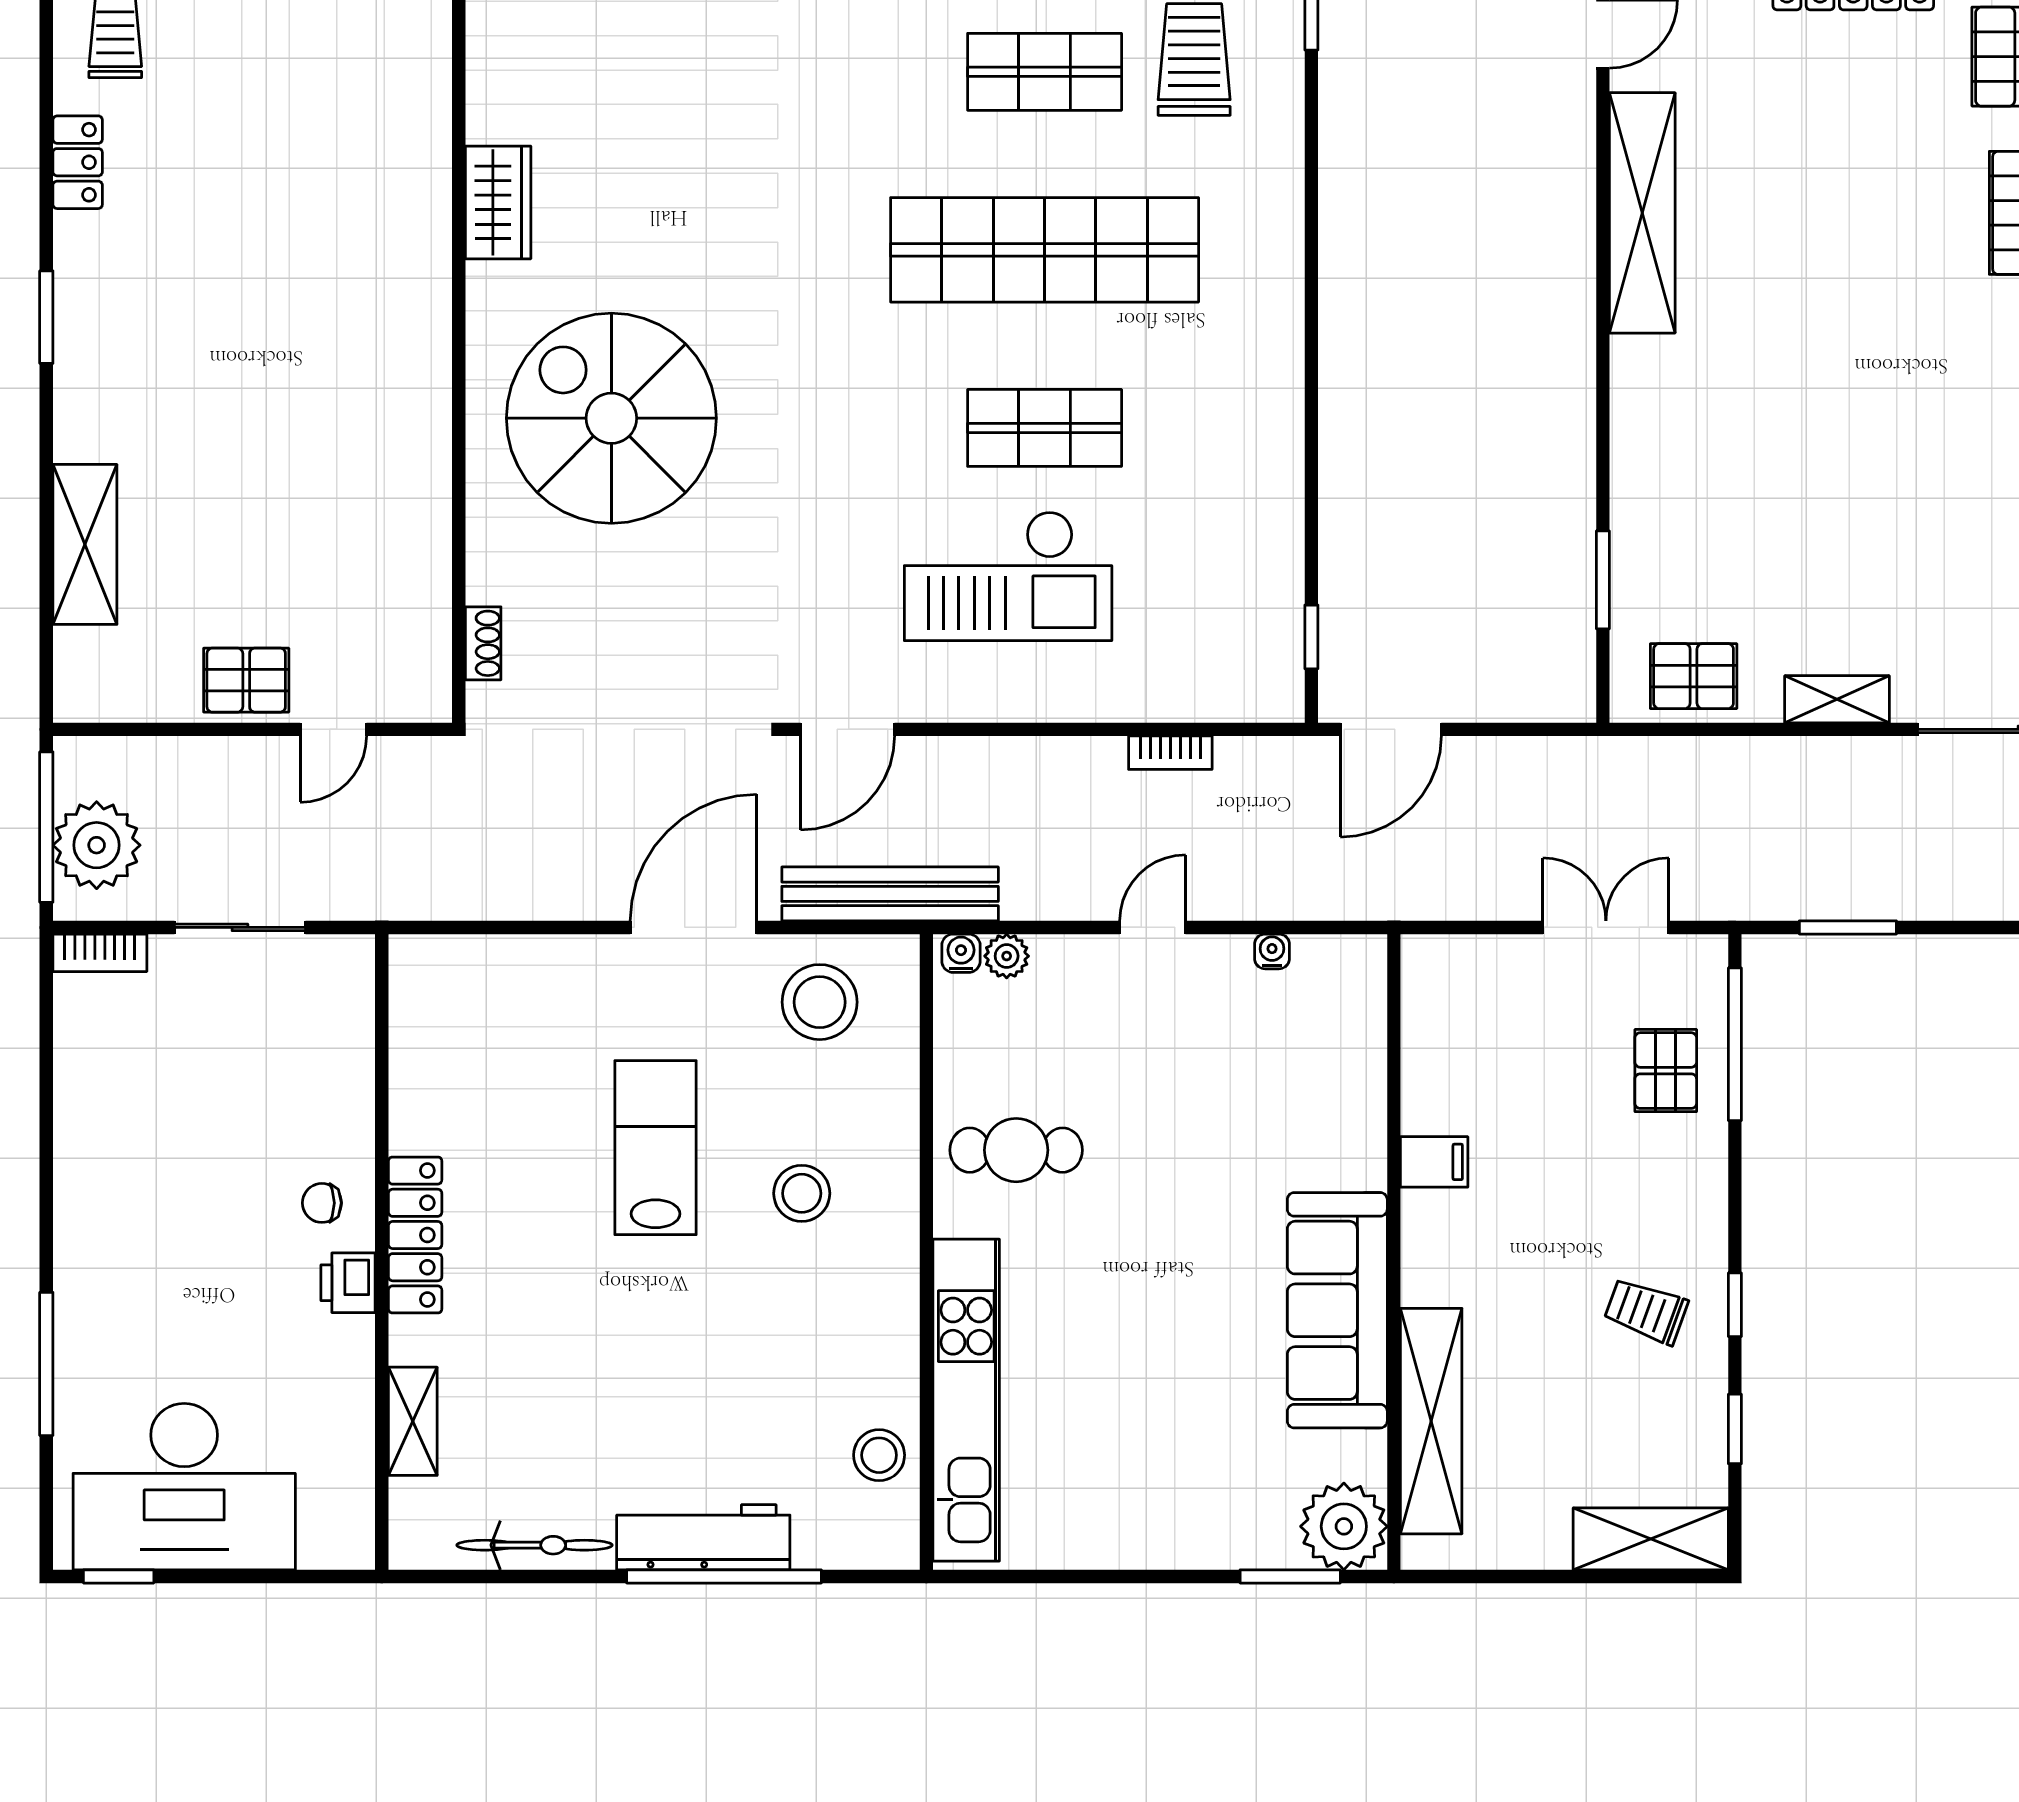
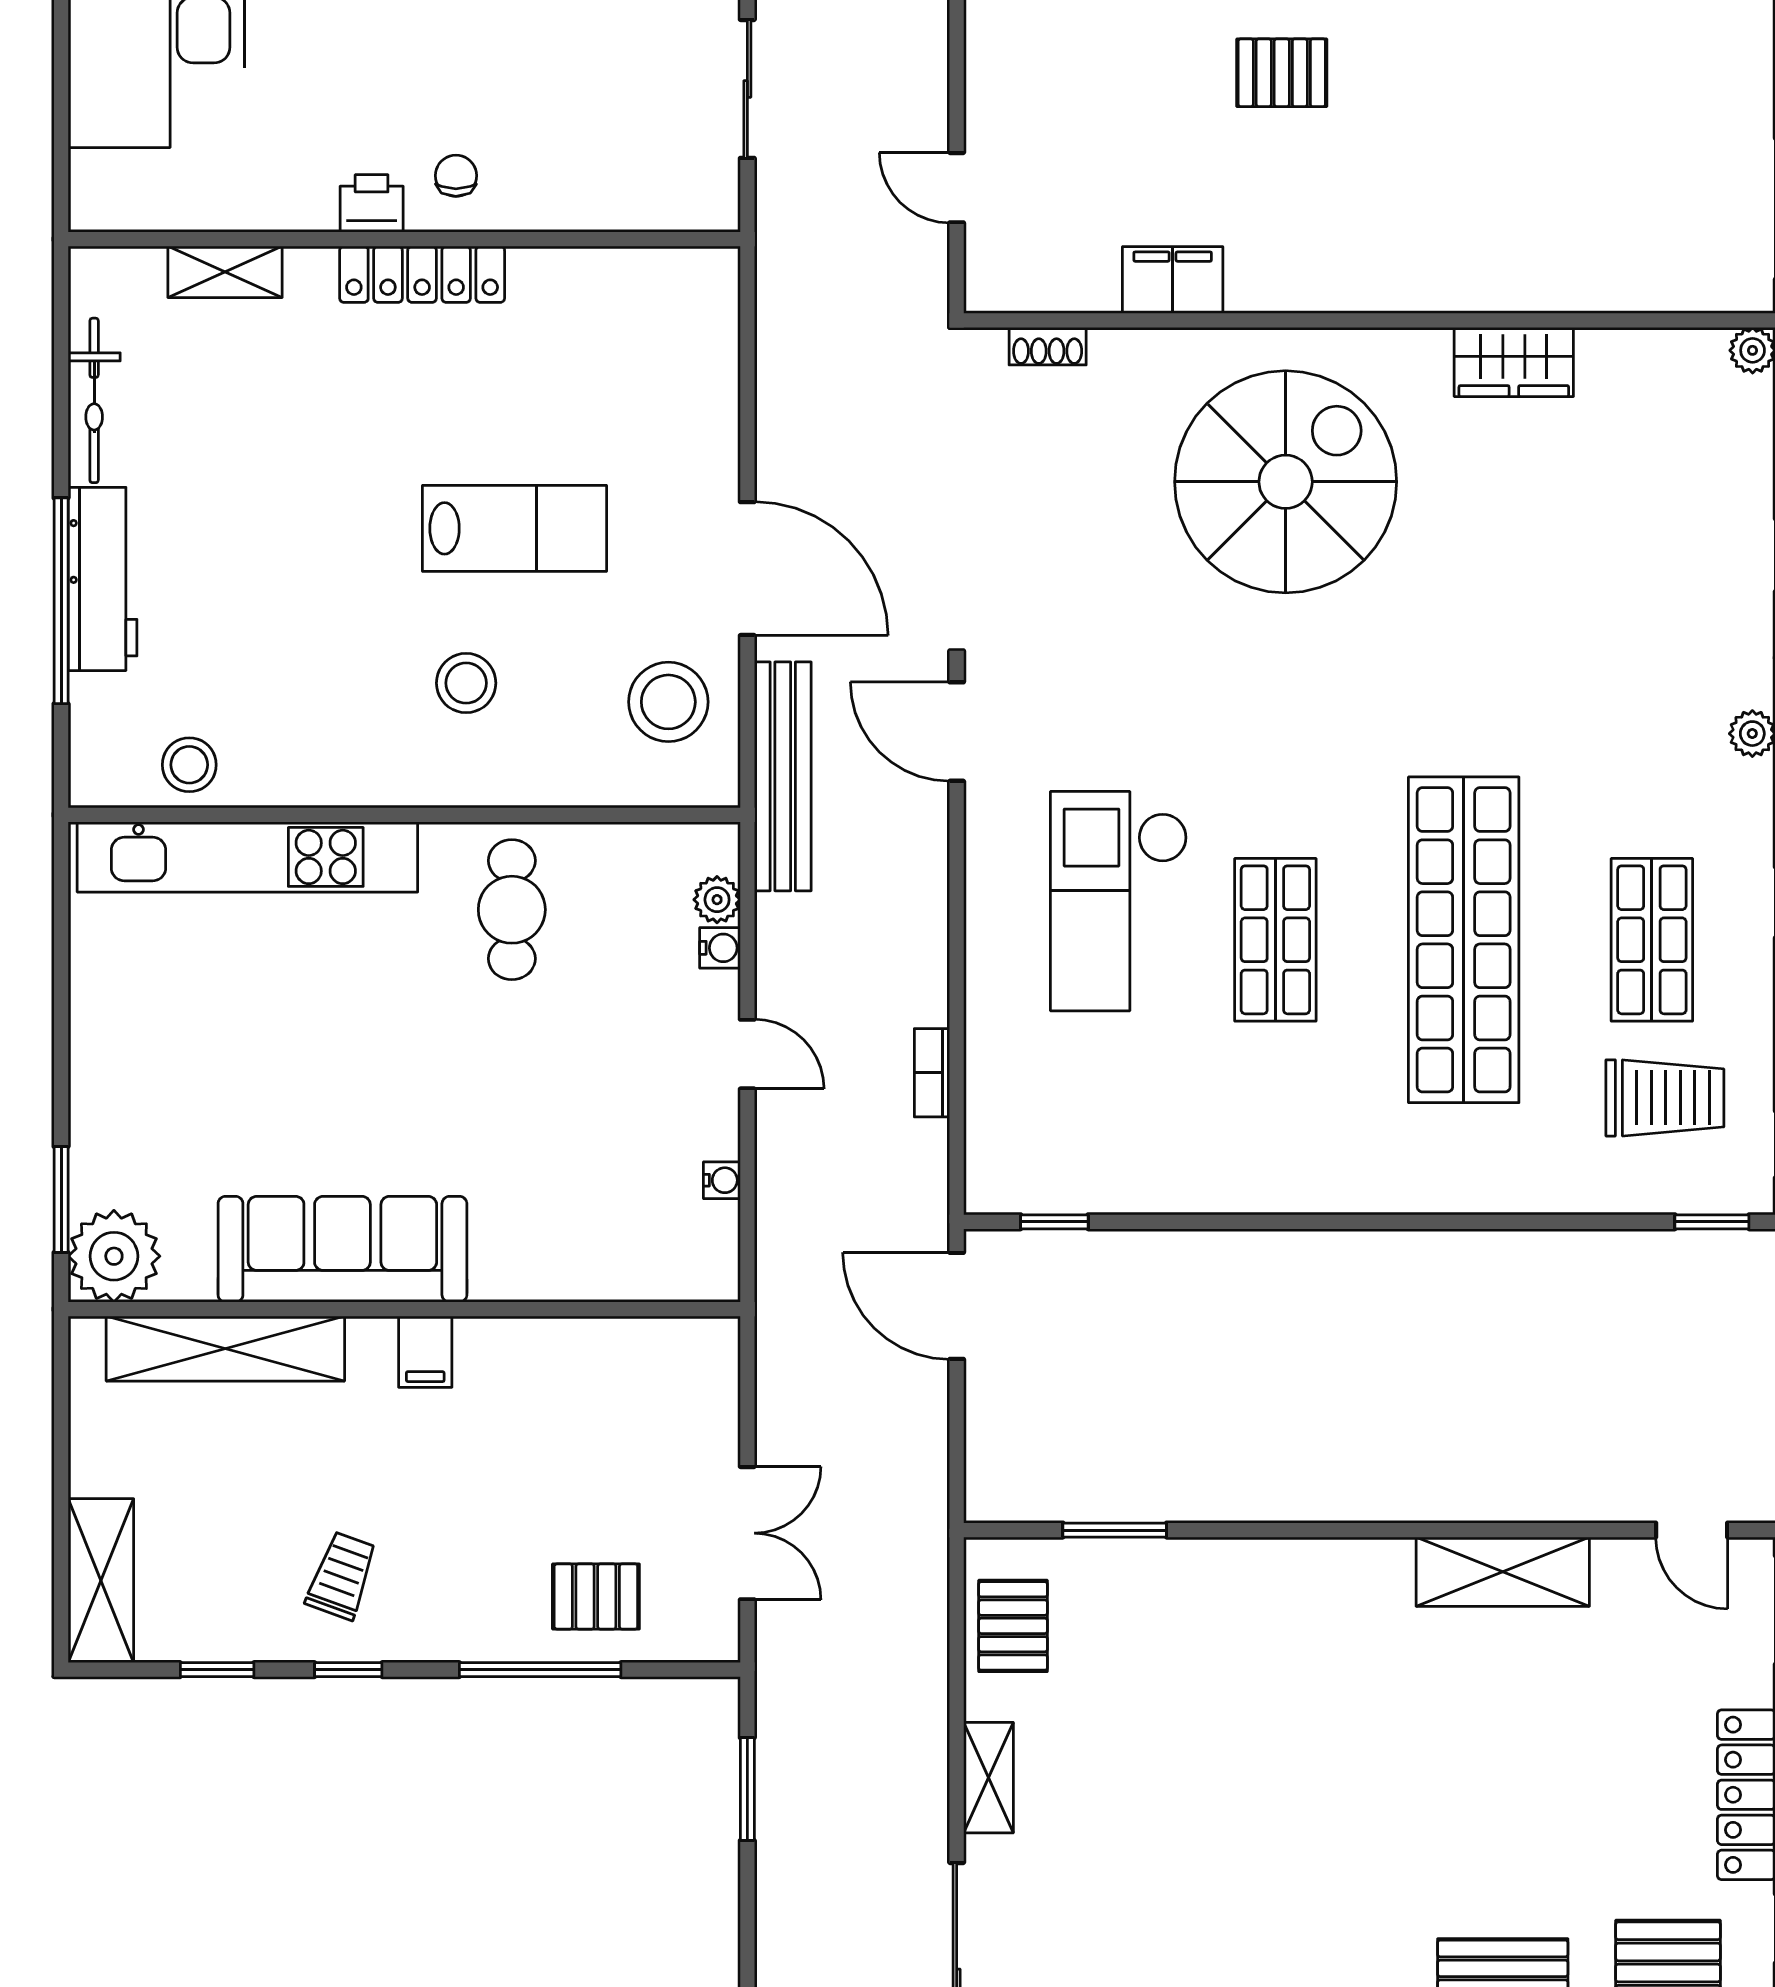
shelving: (1642, 213) -> (1503, 1572), width x0.68
filing cabinet: (421, 525) -> (1173, 280), added
pallet: (246, 680) -> (1282, 73), moved, turned 90
water cooler: (961, 953) -> (720, 948), moved
window: (1735, 1044) -> (540, 1670), moved
filing cabinet: (1434, 1162) -> (425, 1352), moved

